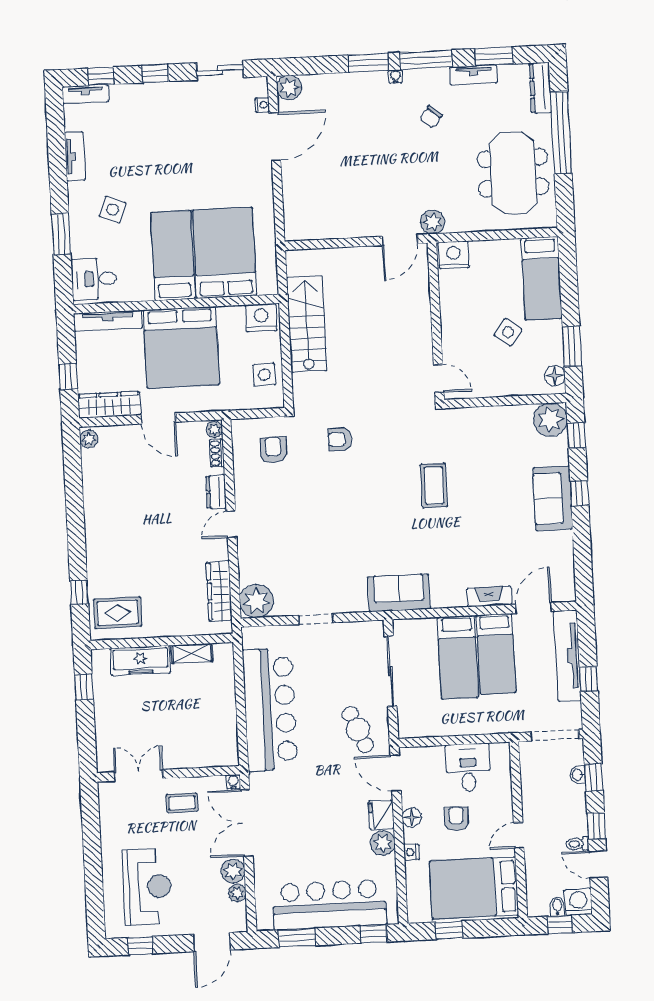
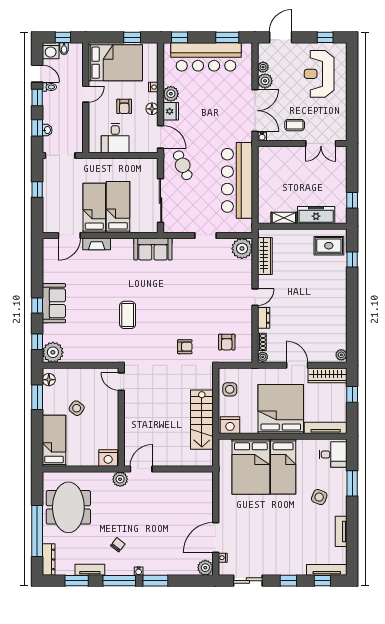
tv unit: (85, 94) -> (327, 570), width x1.41
tv unit: (568, 656) -> (50, 205), removed

